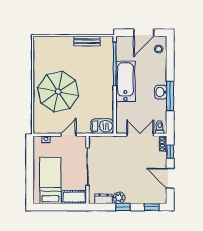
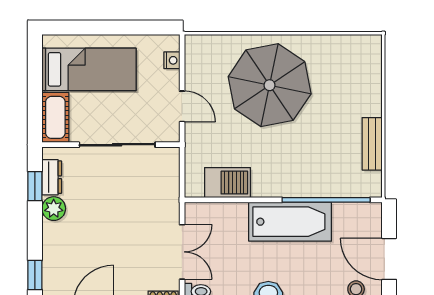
barbecue: (102, 126) -> (227, 183), moved, turned -90
window: (123, 207) -> (35, 186), moved

